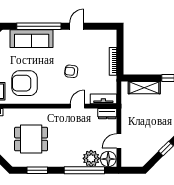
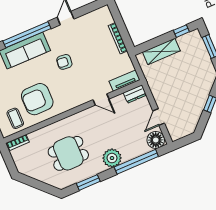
armchair: (71, 71) -> (64, 62), moved
door: (77, 106) -> (101, 99), swing flipped
plant: (91, 158) -> (112, 158), moved

